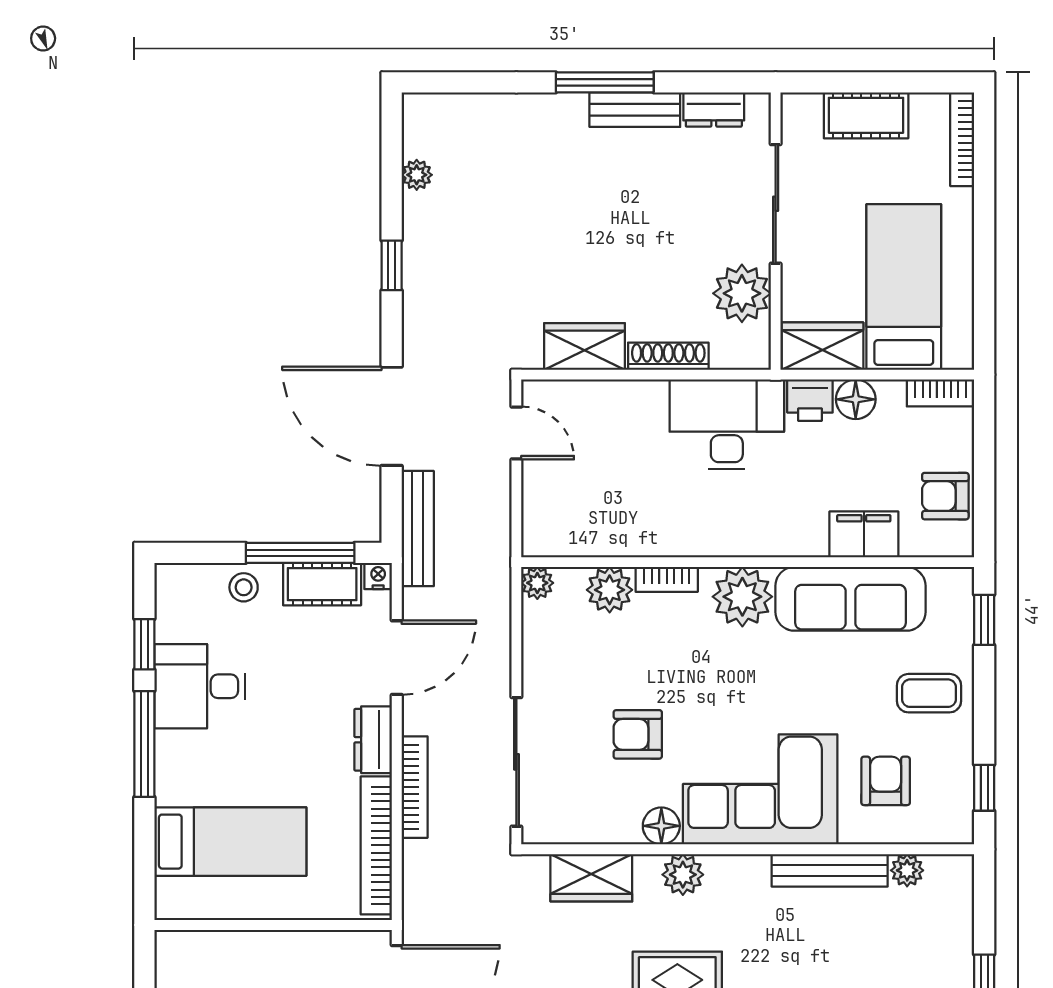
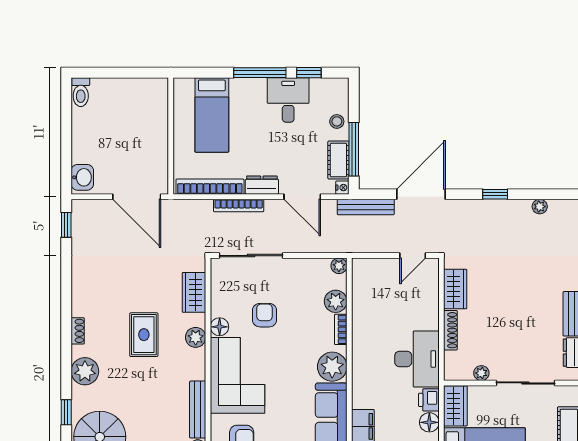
plant: (742, 293) -> (481, 373), width x0.53, depth x0.53

